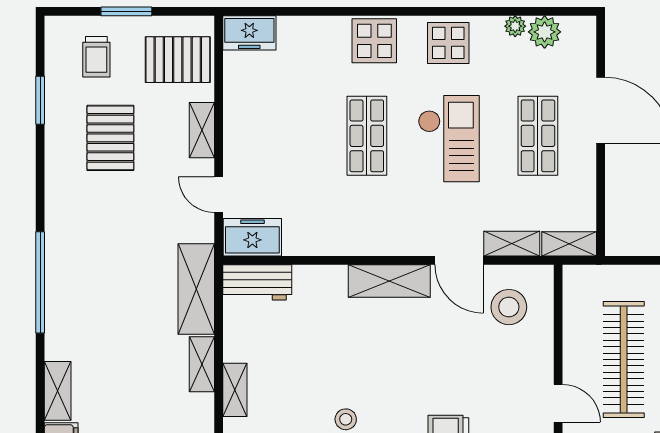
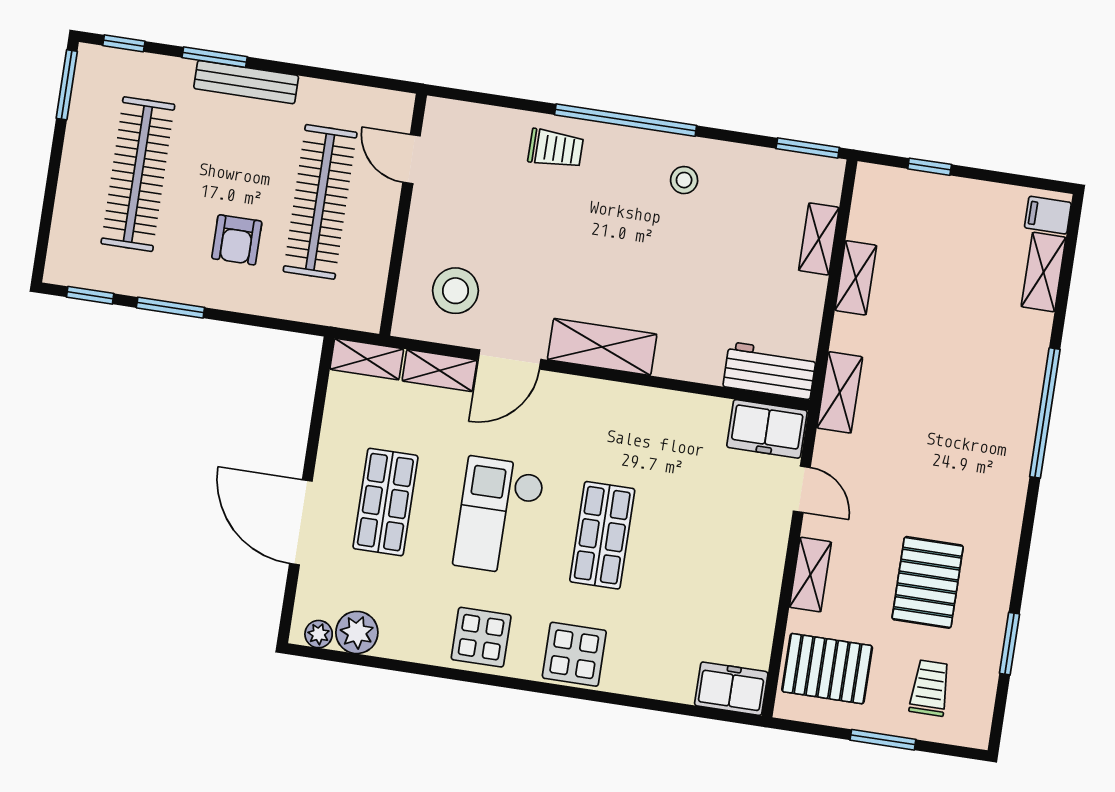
plant: (515, 26) -> (319, 634), moved
door: (459, 260) -> (510, 359), swing flipped
shelving: (196, 289) -> (840, 392), width x0.67, depth x0.75

